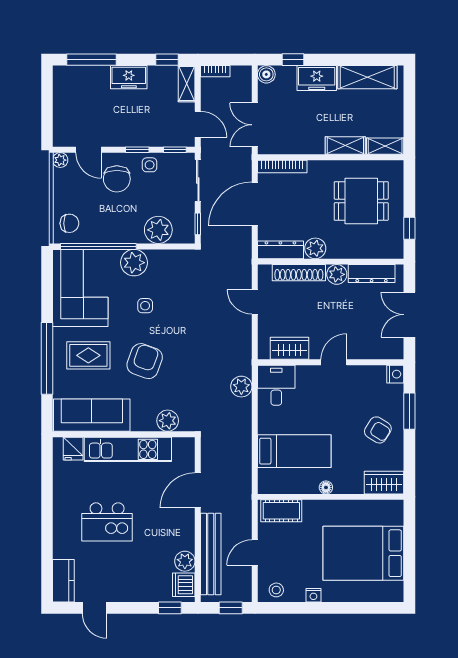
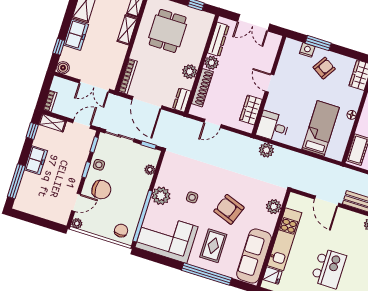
plant: (158, 230) -> (150, 170), width x0.53, depth x0.53
dresser: (280, 250) -> (182, 100), width x0.70
nightstand: (395, 374) -> (307, 50), moved

